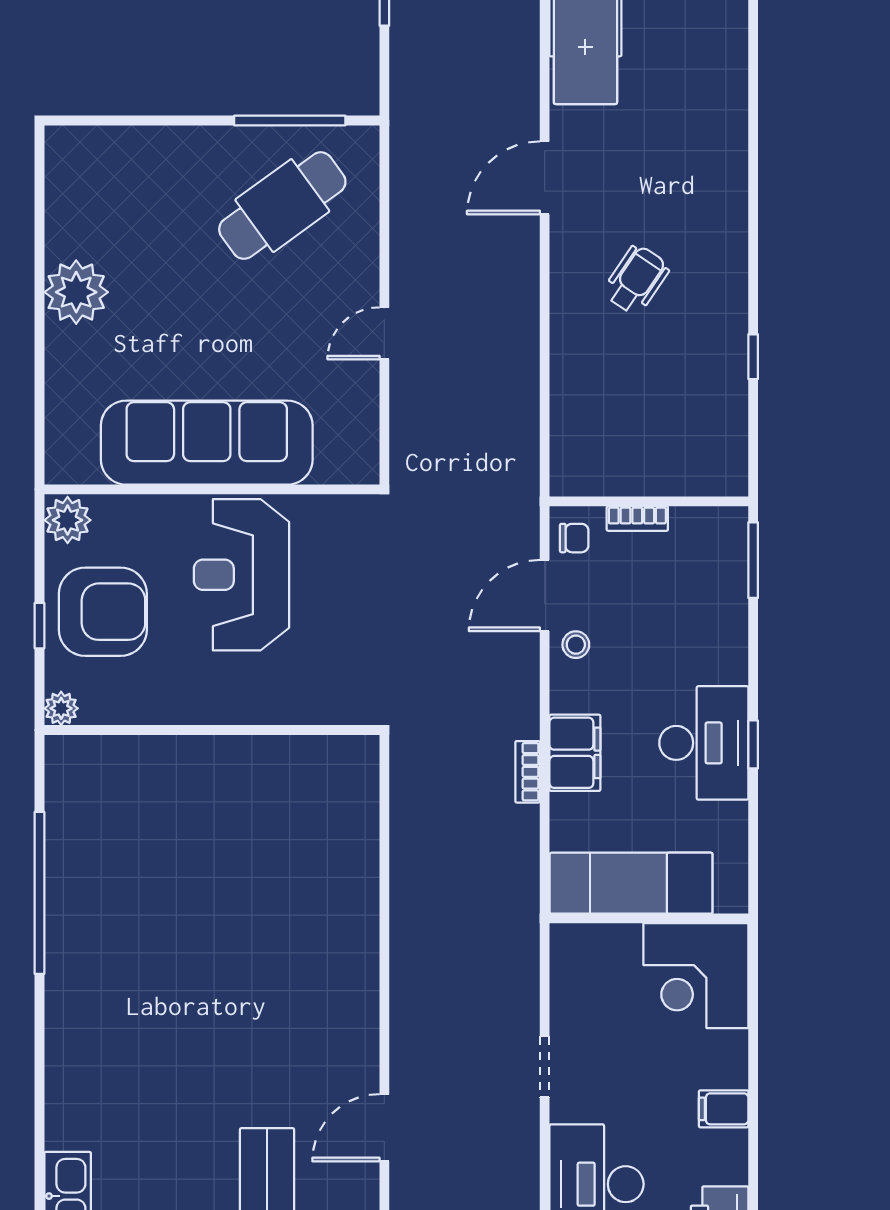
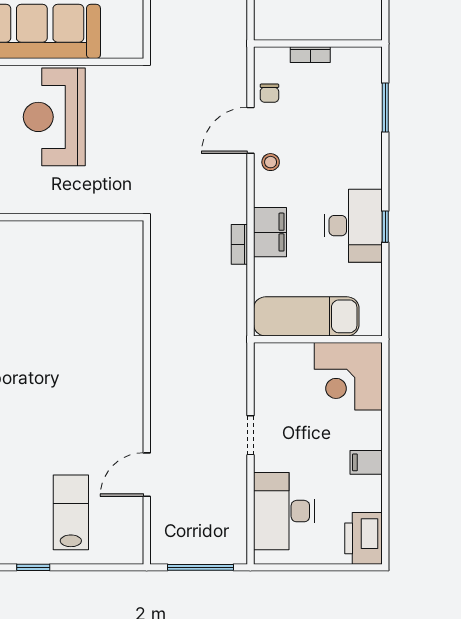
wall: (649, 501) -> (318, 44), moved
bookcase: (637, 519) -> (310, 55), moved
chair: (574, 538) -> (269, 93), turned 90

